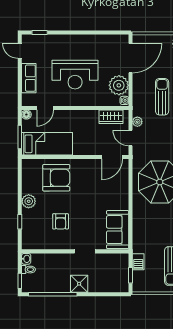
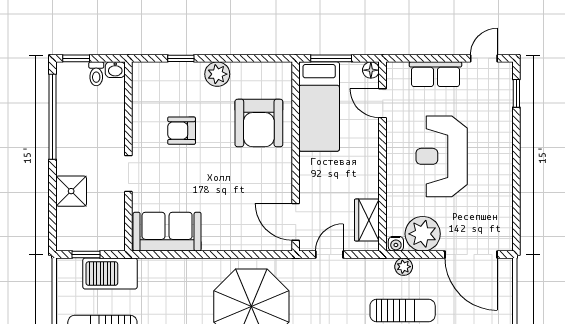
plant: (137, 122) -> (404, 267), moved
barbecue: (138, 262) -> (110, 274), width x1.88, depth x1.53
shower: (79, 284) -> (71, 191), moved

